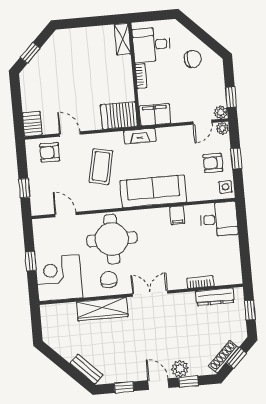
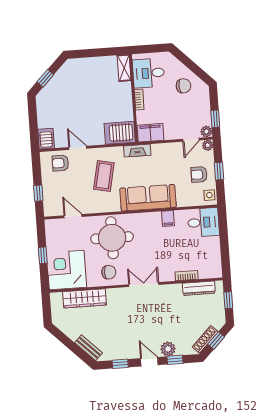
chair: (109, 280) -> (109, 272), turned 90
wardrobe: (102, 309) -> (85, 298), moved

